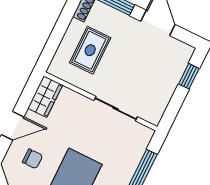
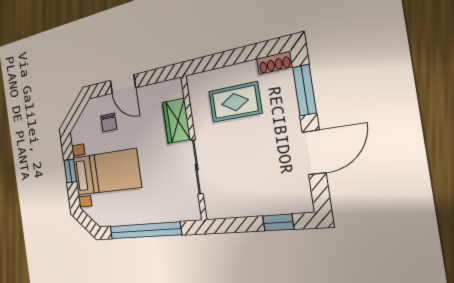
wardrobe: (45, 97) -> (176, 121), moved, turned 90

